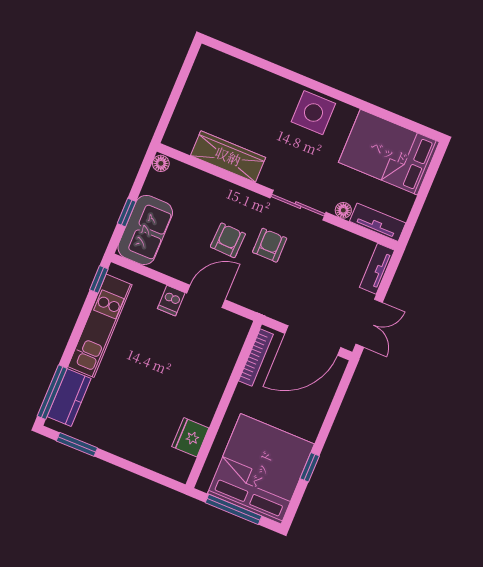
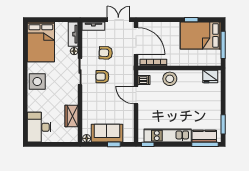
desk: (222, 79) -> (39, 127), added
wardrobe: (228, 156) -> (72, 116), width x0.67
sofa: (145, 230) -> (107, 133), moved
armchair: (228, 240) -> (106, 53), moved
dishwasher: (171, 301) -> (144, 80), moved
stool: (210, 376) -> (170, 79), added
fridge: (190, 437) -> (210, 77), moved
bed: (261, 469) -> (201, 35), width x0.73

